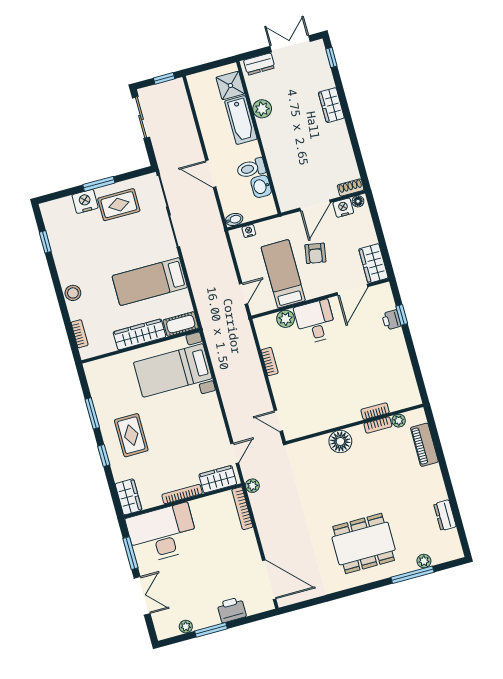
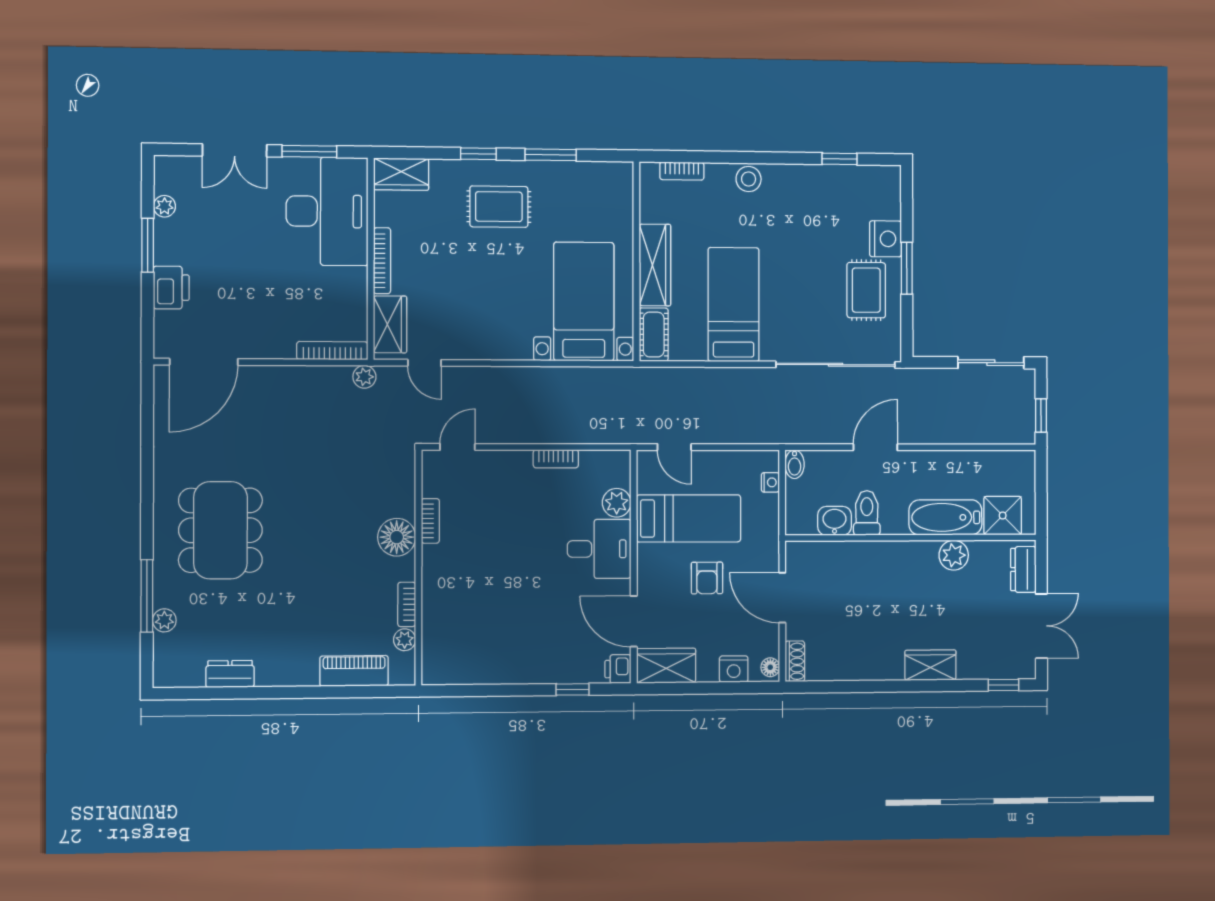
nightstand: (343, 208) -> (734, 669), moved, turned 90
armchair: (315, 253) -> (707, 578), turned -100
printer: (391, 320) -> (618, 669), moved, turned -90
bookcase: (375, 411) -> (430, 521), moved

